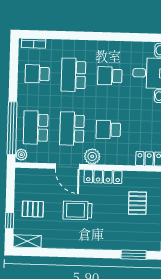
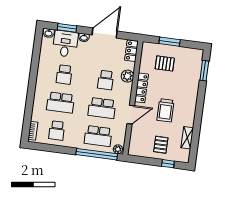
plant: (92, 156) -> (127, 76), moved
shelving: (27, 241) -> (187, 138), moved

